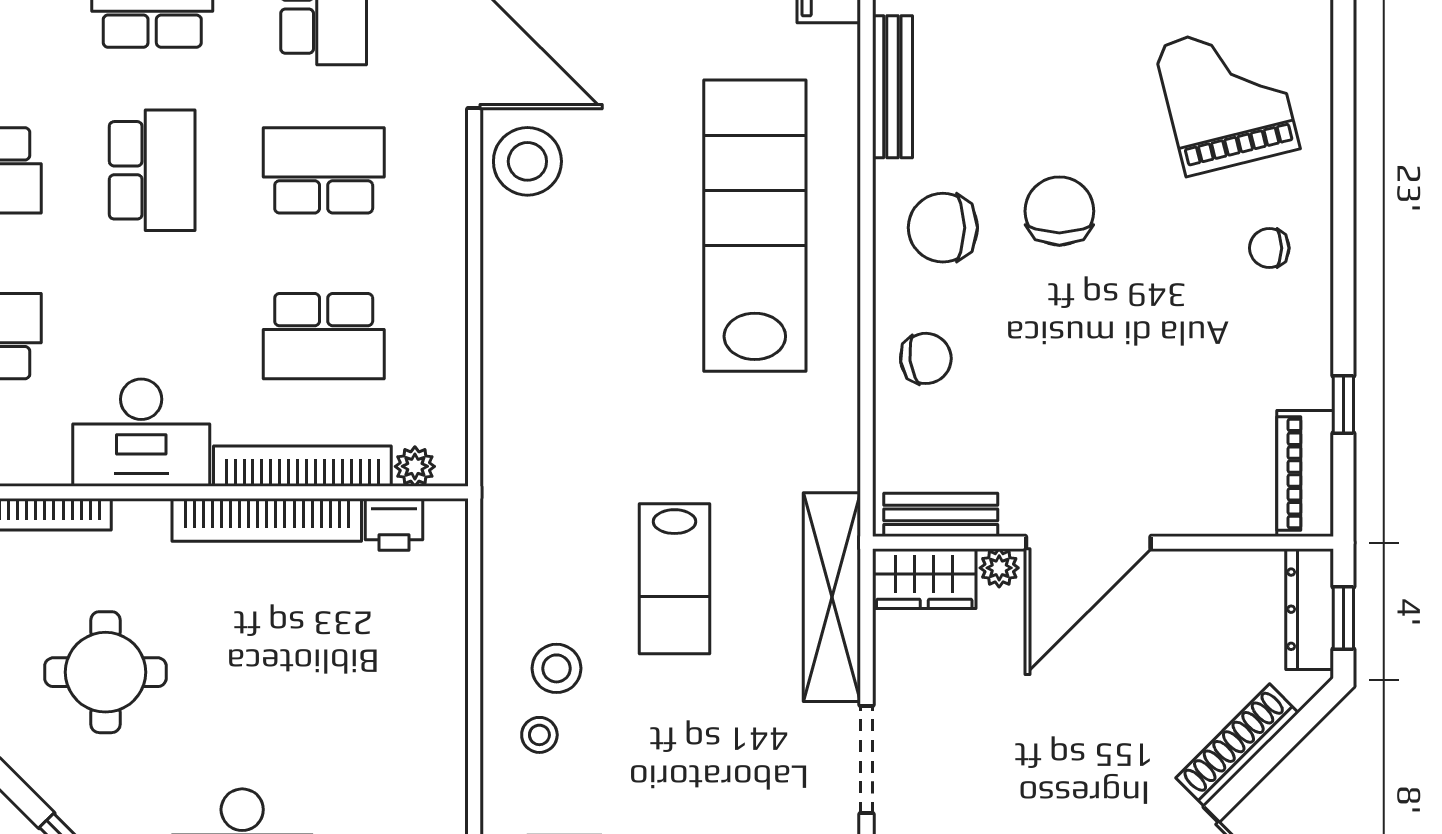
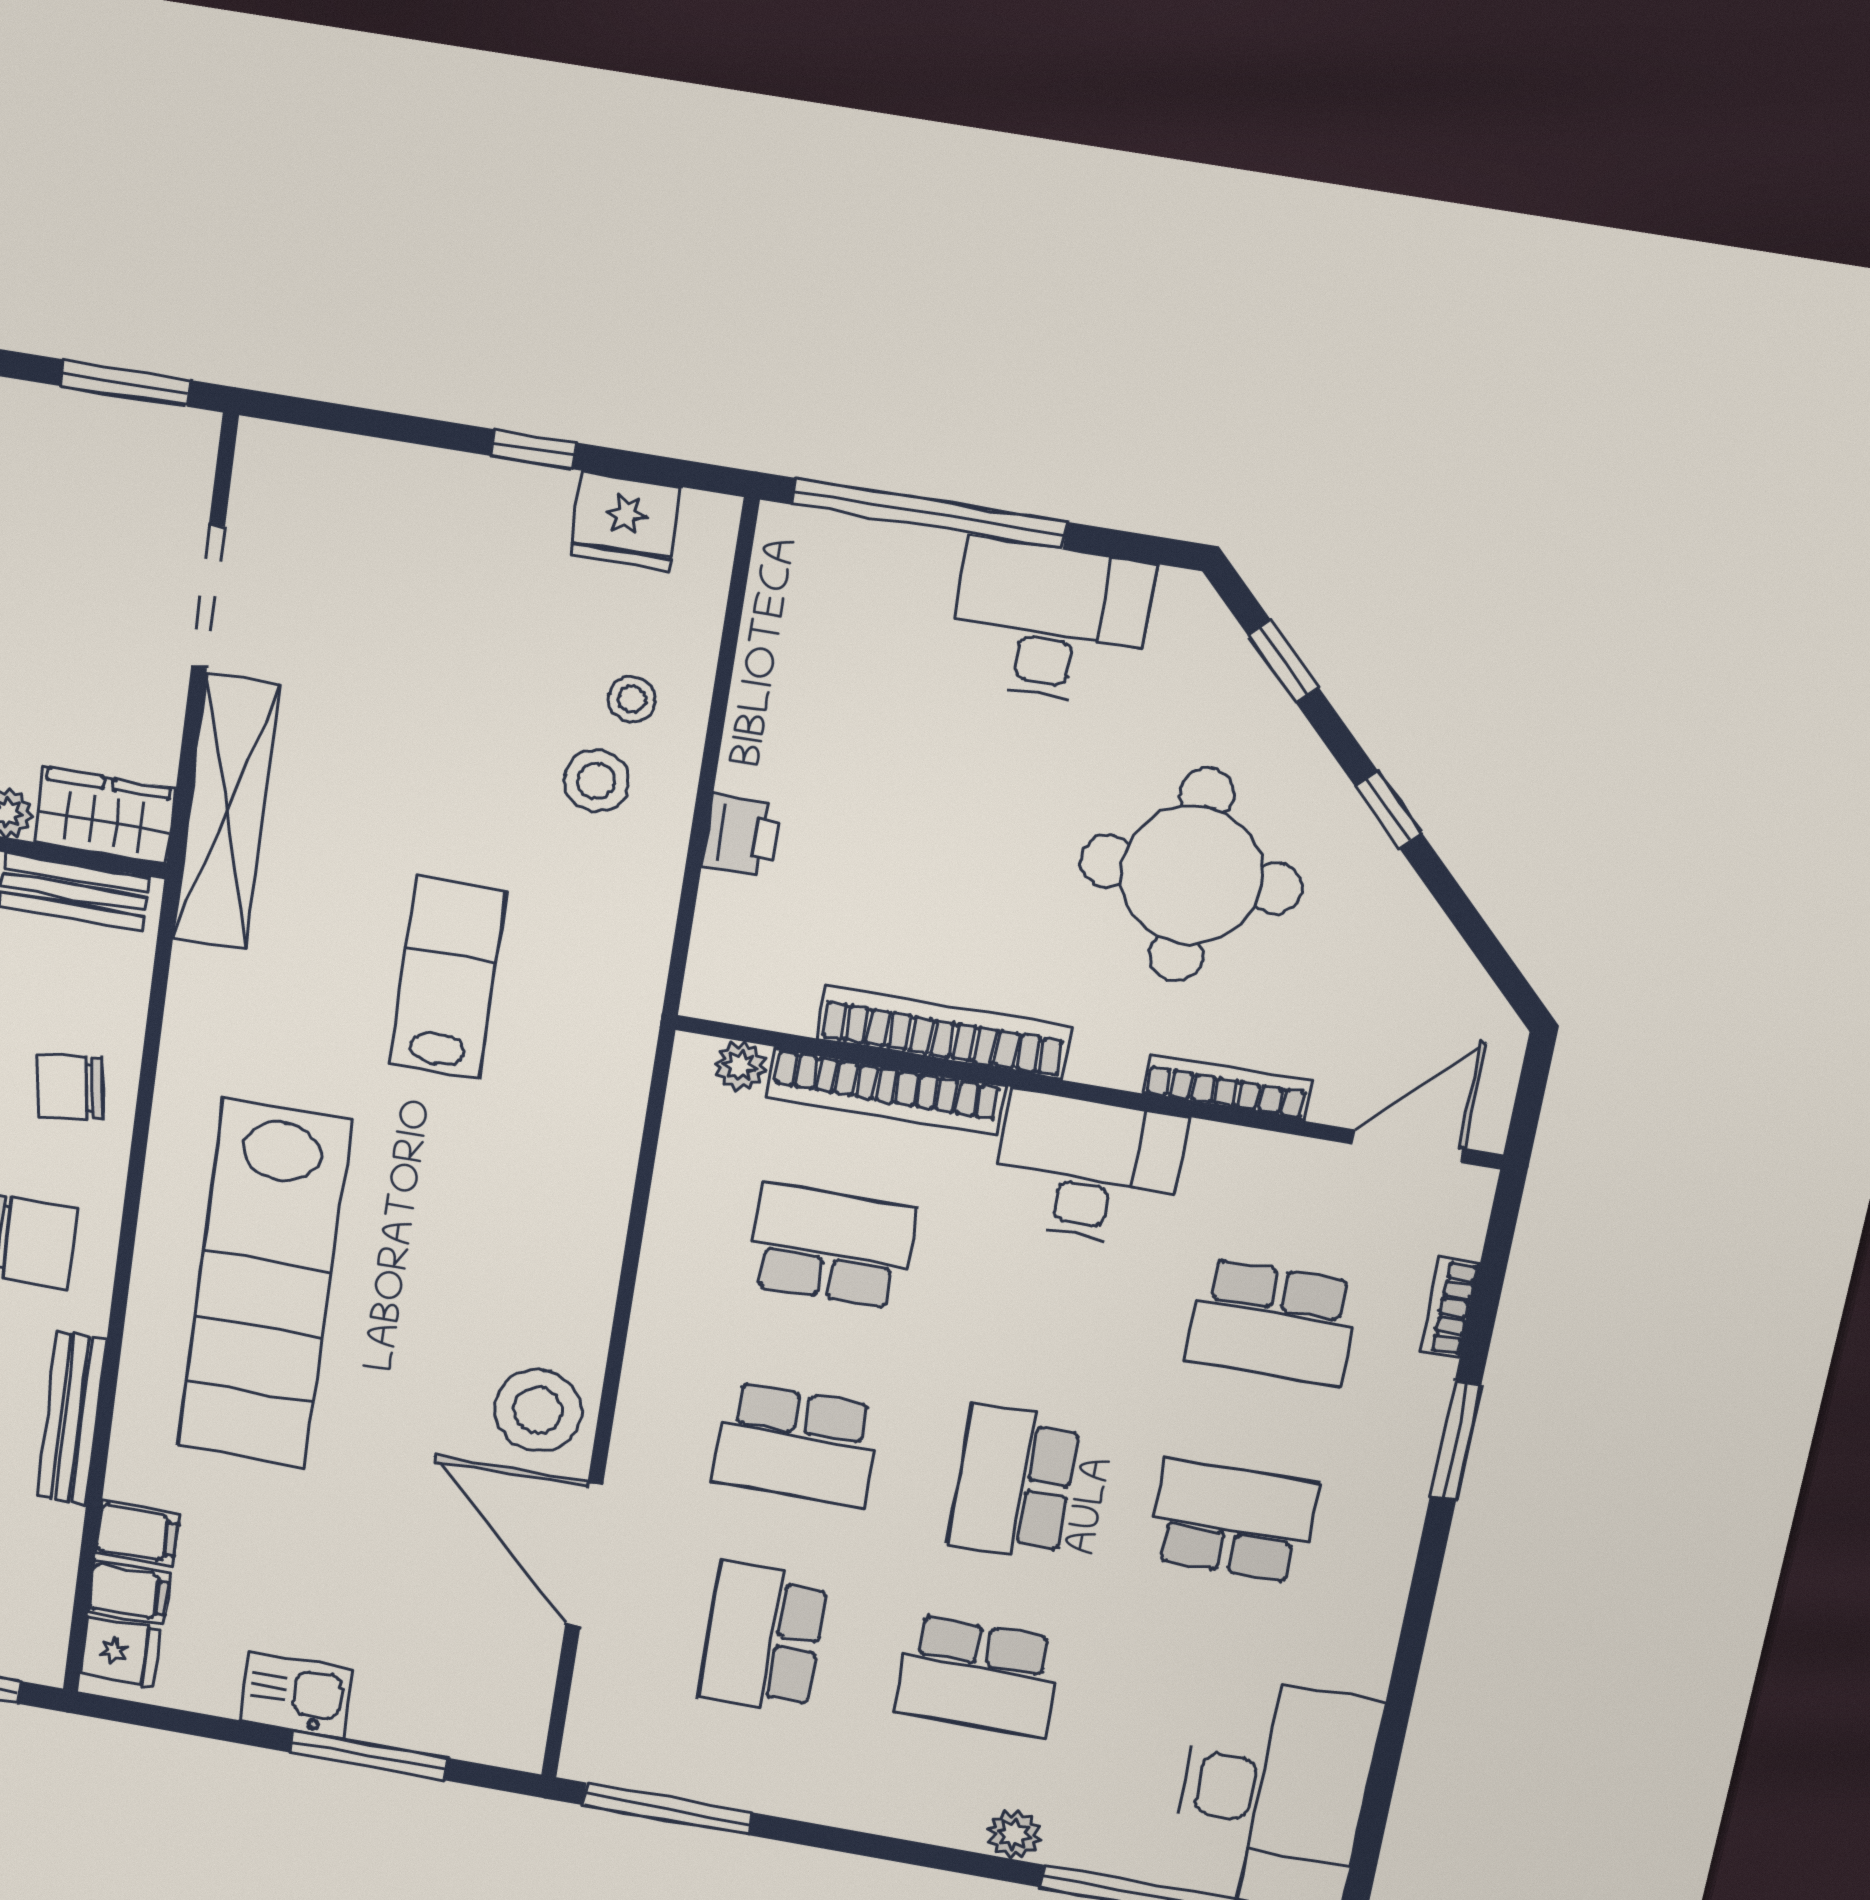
printer: (394, 524) -> (741, 835), moved, turned 90
lab bench: (675, 579) -> (448, 978), moved
round table: (105, 672) -> (1191, 875), width x1.36, depth x1.36

